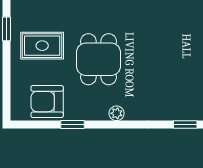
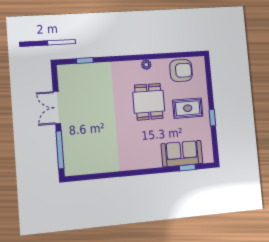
plant: (117, 113) -> (146, 65), moved
window: (73, 125) -> (163, 56), removed

